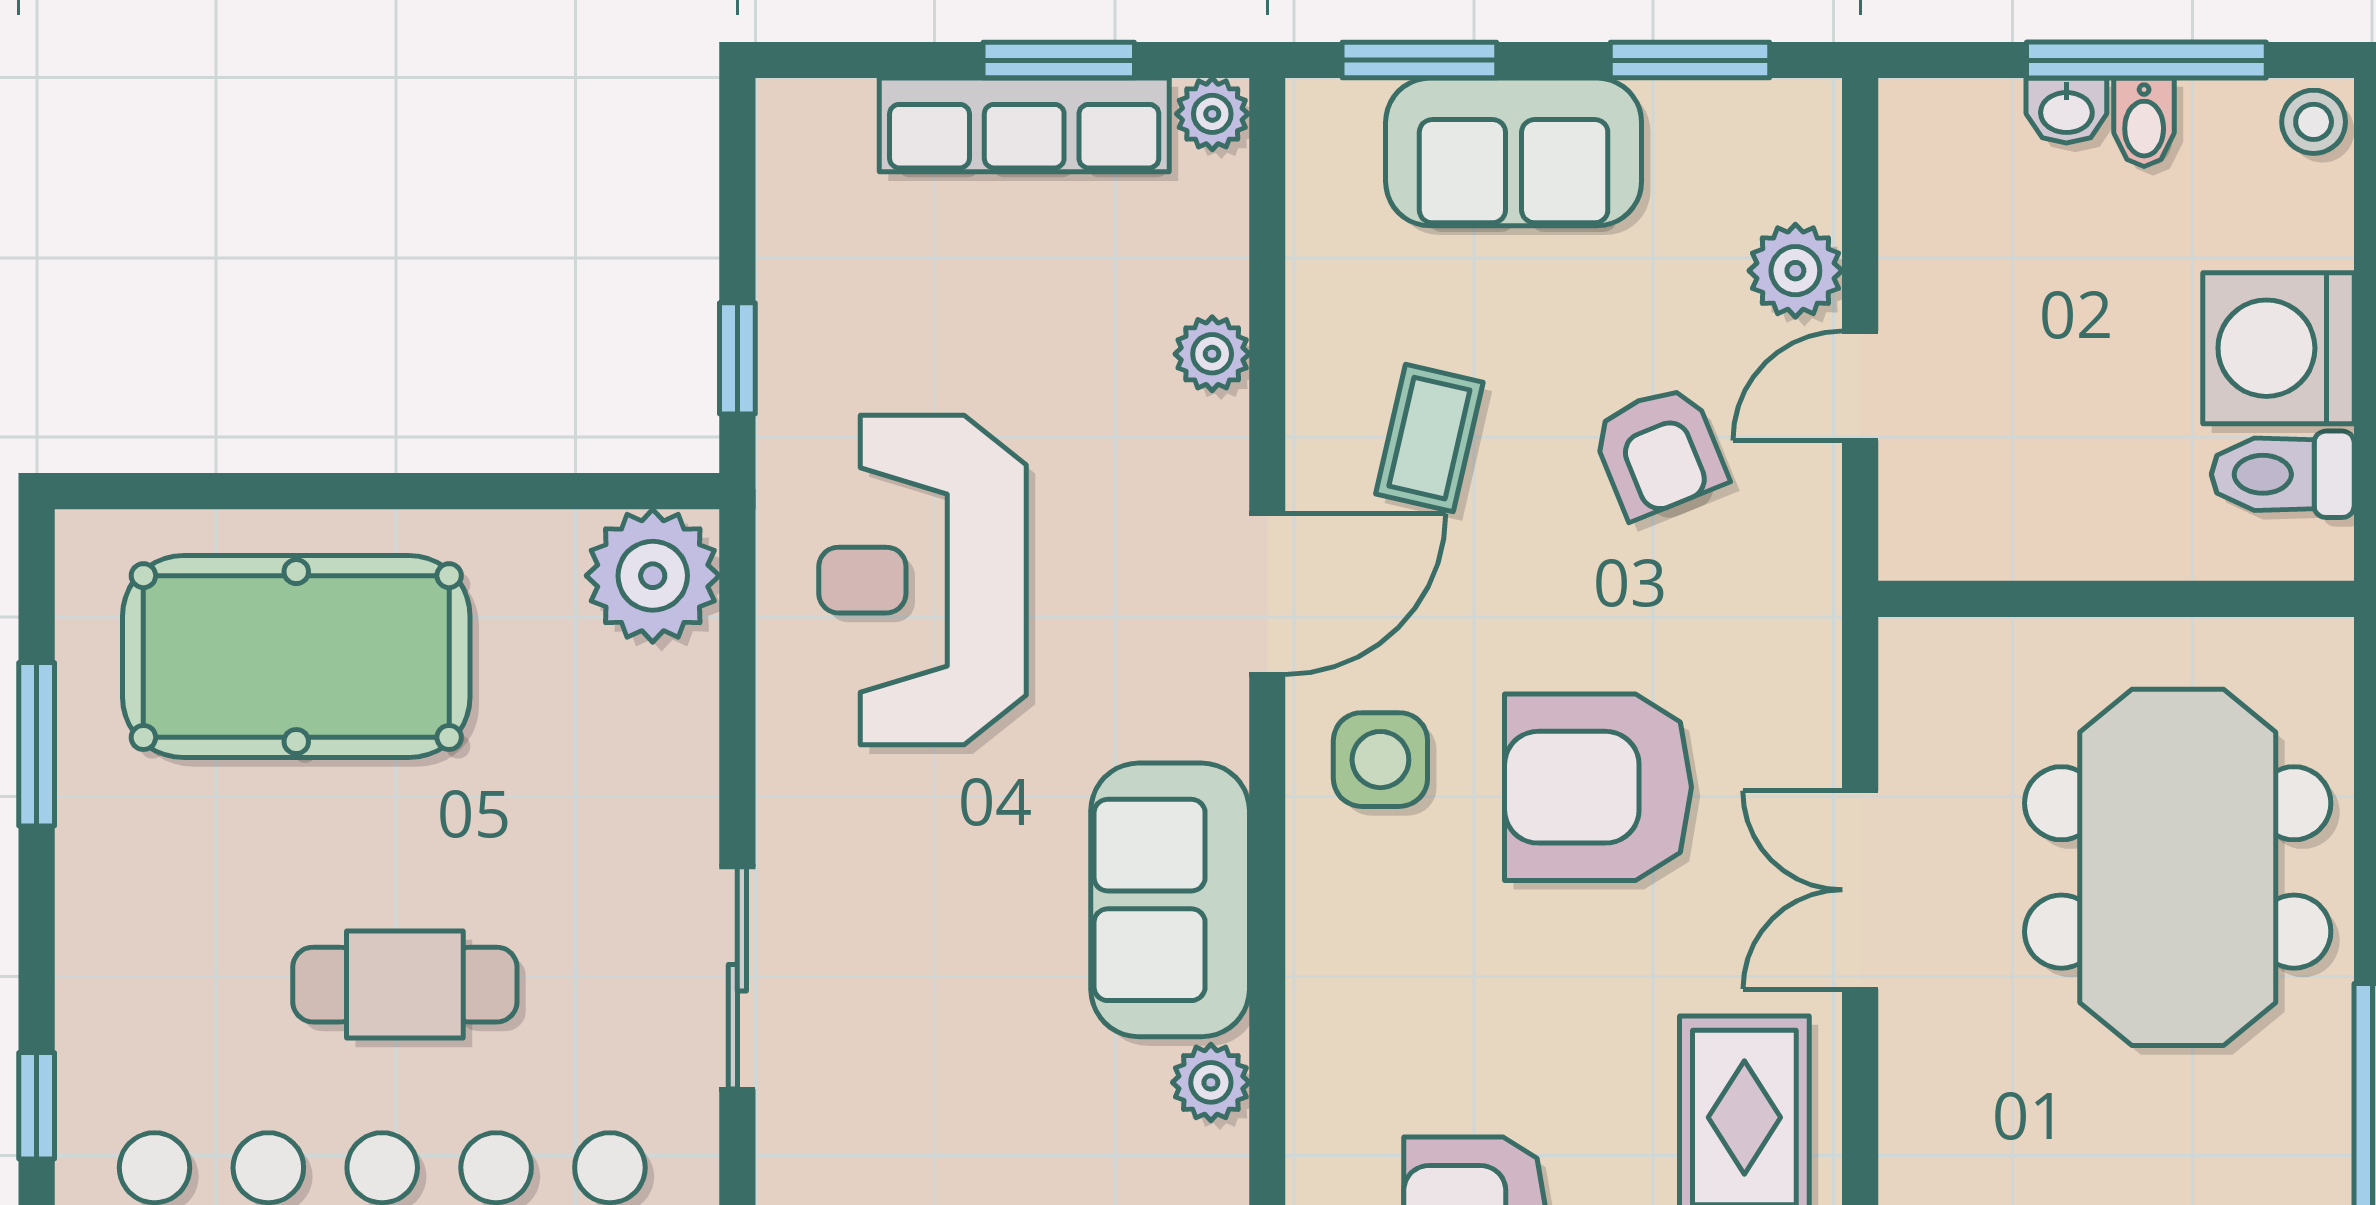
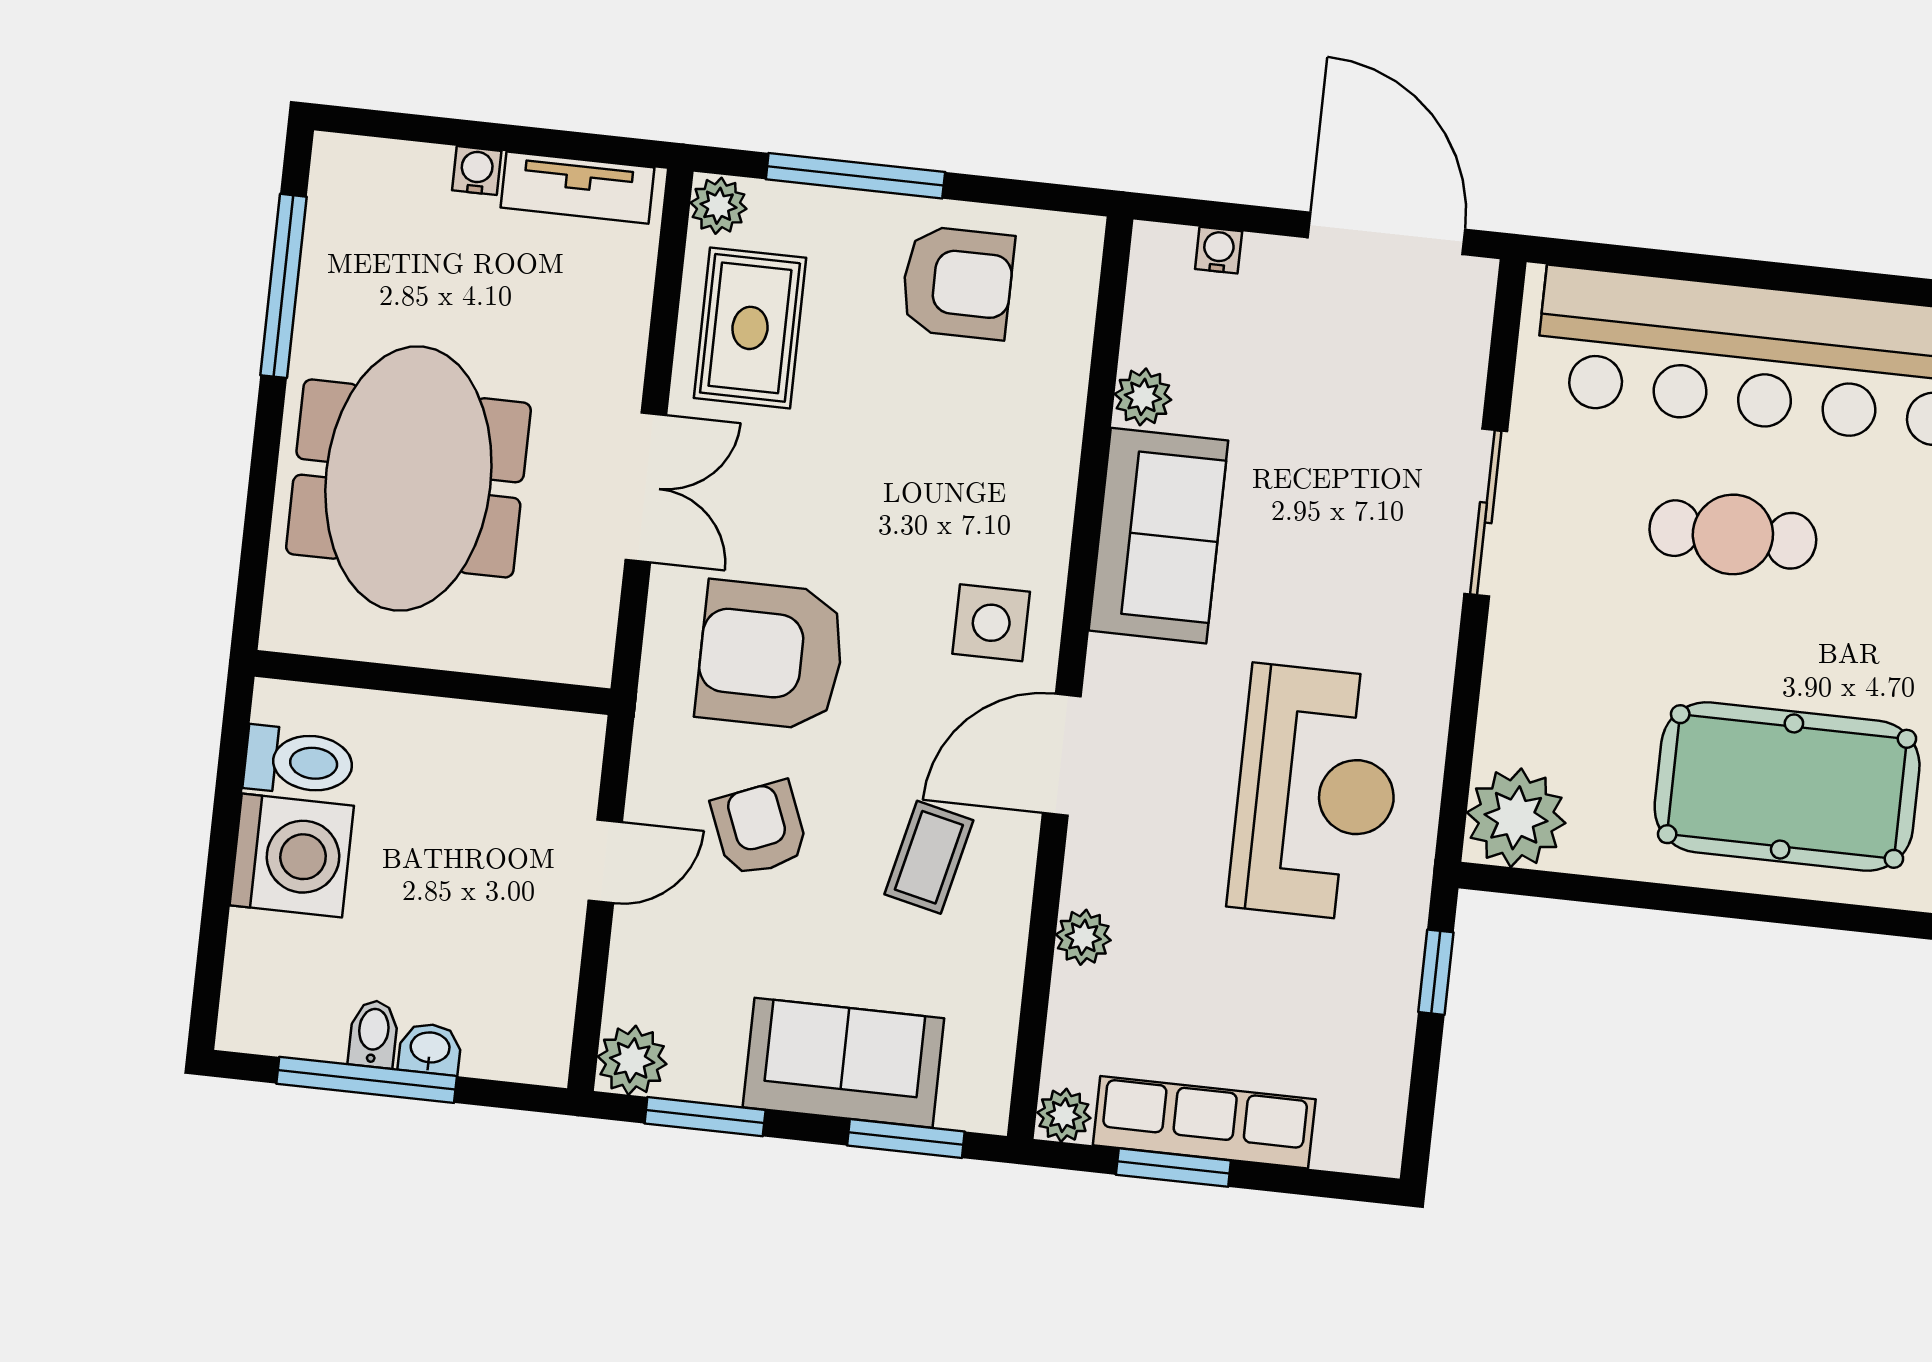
stool: (2314, 122) -> (248, 1021), removed
plant: (1795, 271) -> (632, 1060), moved
armchair: (1598, 787) -> (771, 655), moved, turned 180

